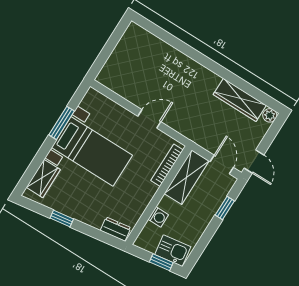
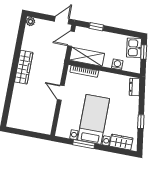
wardrobe: (240, 100) -> (24, 67), moved

